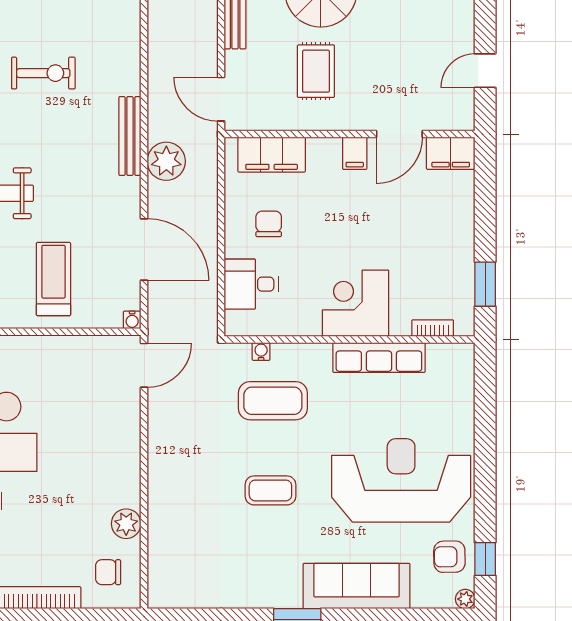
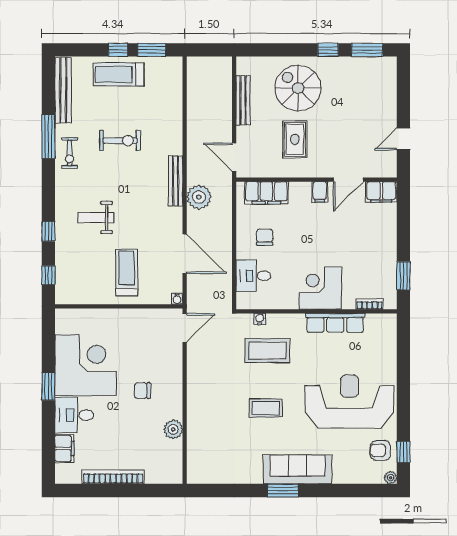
chair: (108, 572) -> (142, 391), moved
sofa: (357, 586) -> (298, 469), moved

